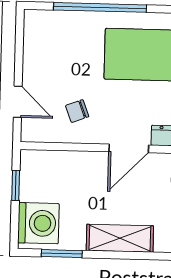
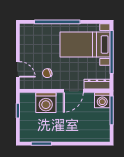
washing machine: (38, 223) -> (46, 103), moved, turned 90
shelving: (120, 238) -> (70, 135), removed

